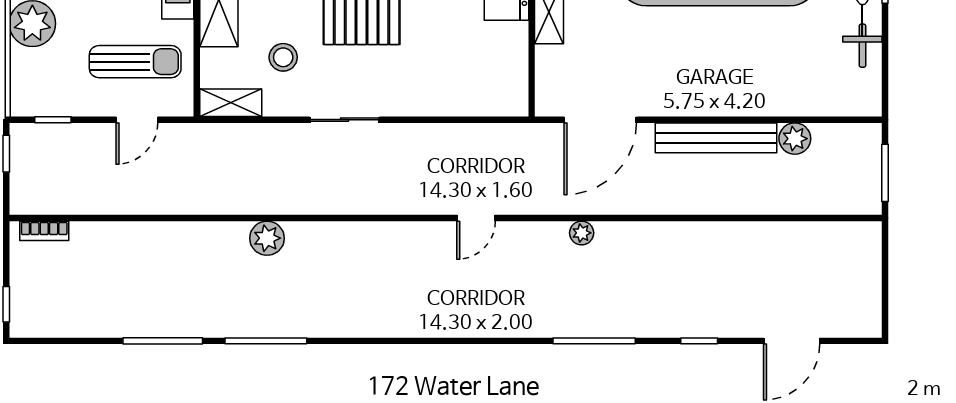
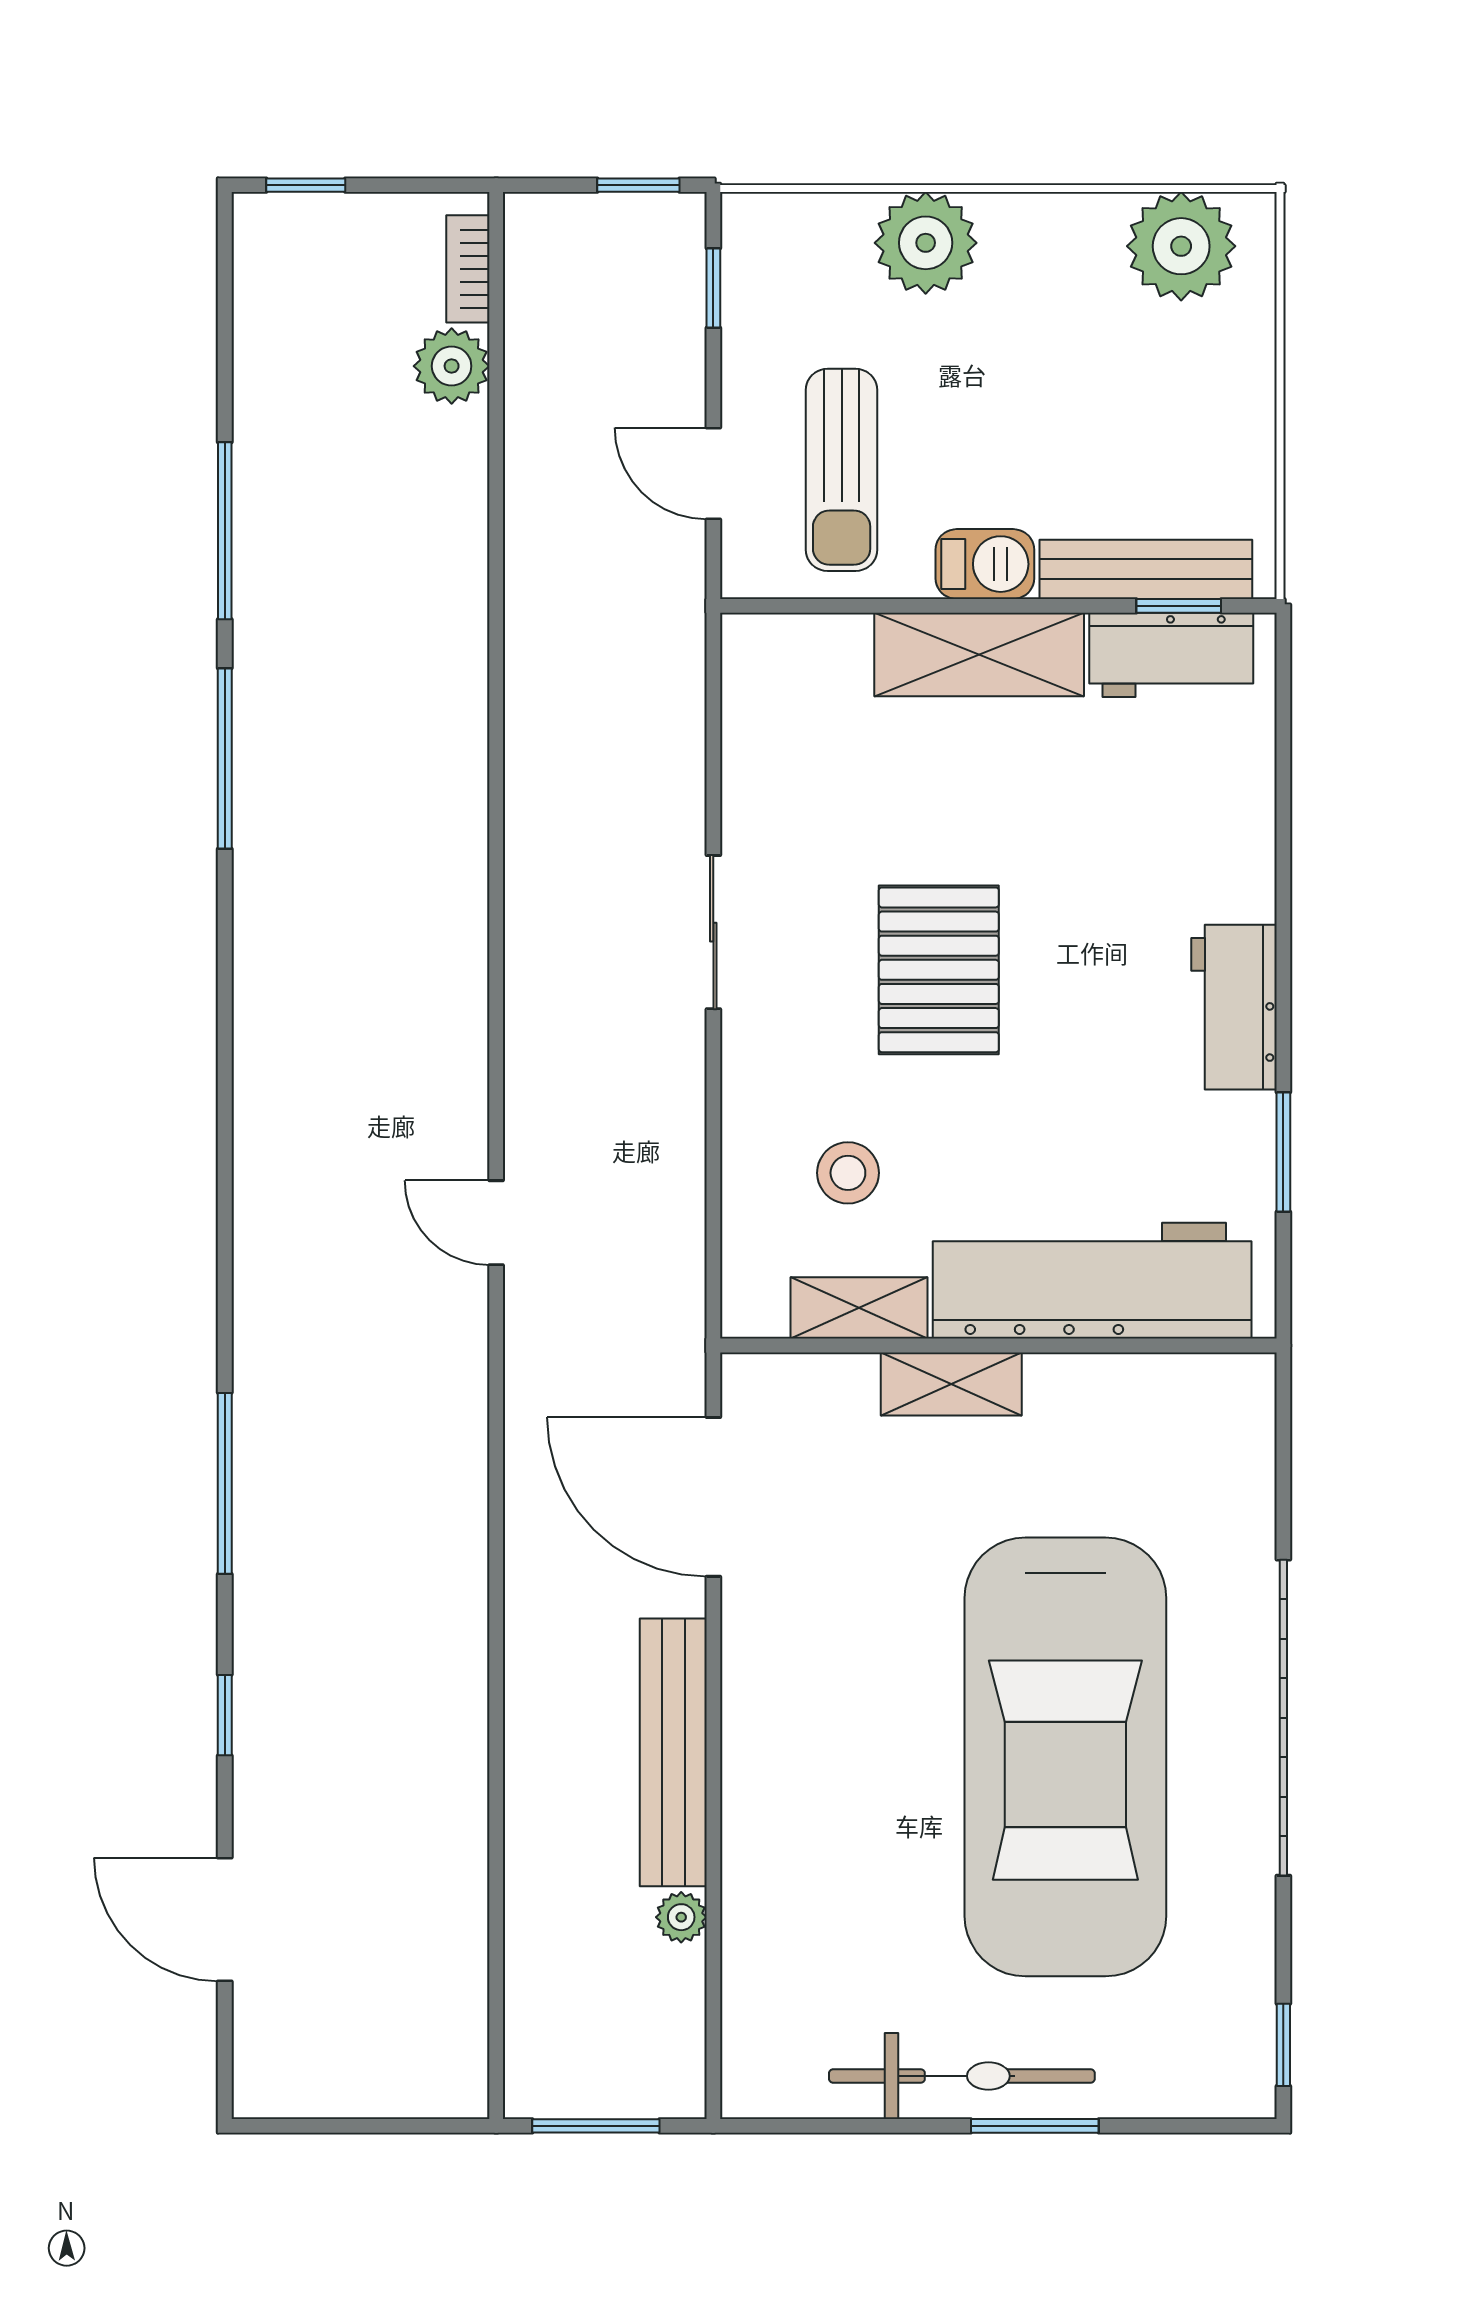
stool: (283, 57) -> (848, 1173), moved
shelving: (231, 103) -> (859, 1308), moved, turned 90
plant: (795, 139) -> (681, 1917), width x0.73, depth x0.73
plant: (582, 233) -> (463, 1456), removed
plant: (267, 238) -> (452, 366), moved

